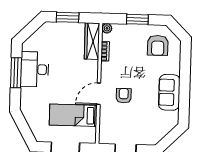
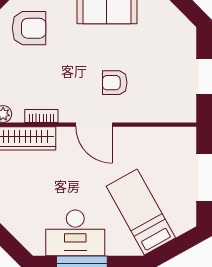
door: (99, 94) -> (94, 125), moved
bed: (73, 115) -> (141, 212), moved, turned 151

